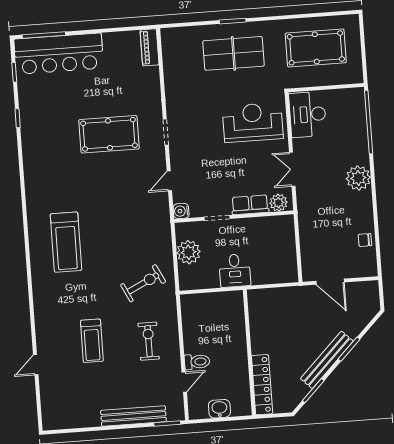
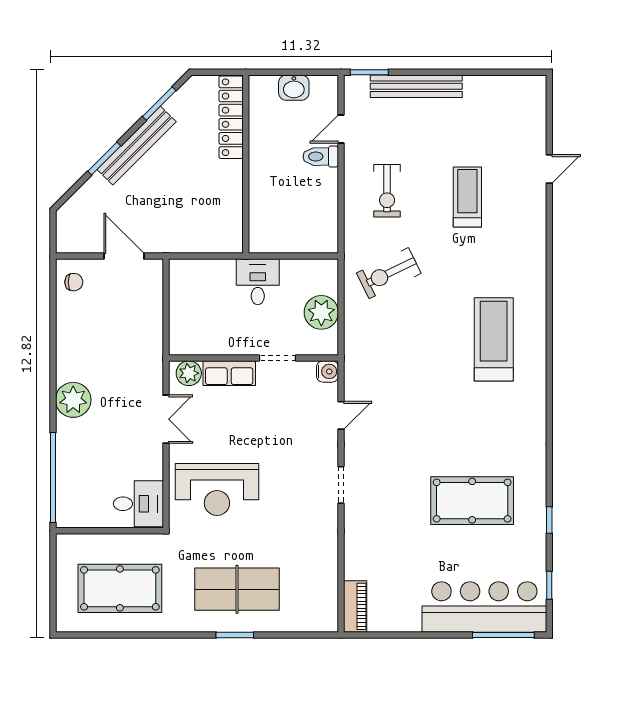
desk: (308, 114) -> (138, 504), width x0.73
pool table: (109, 134) -> (472, 501), moved
chair: (365, 240) -> (74, 282), moved

